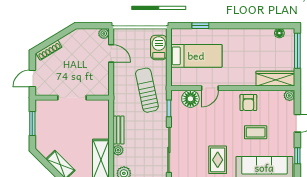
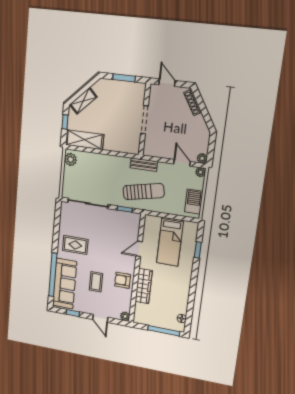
barbecue: (159, 47) -> (194, 202), moved, turned -90
door: (111, 53) -> (182, 163), swing flipped
wardrobe: (275, 79) -> (144, 286), moved
door: (210, 88) -> (139, 249), hinge flipped
floor lamp: (190, 99) -> (131, 230), removed
bench: (118, 130) -> (144, 165), moved
plant: (118, 150) -> (200, 172), moved

